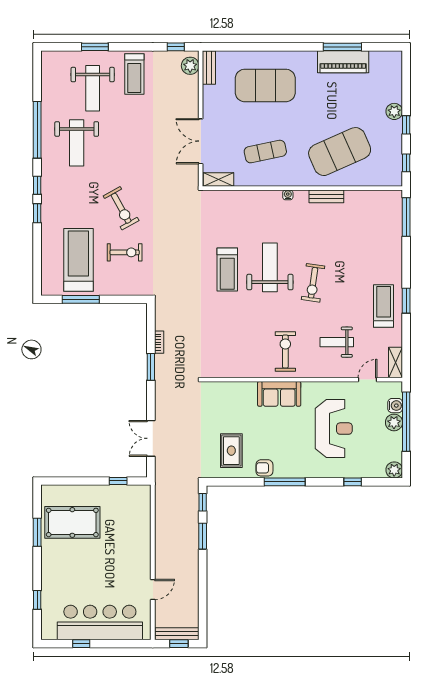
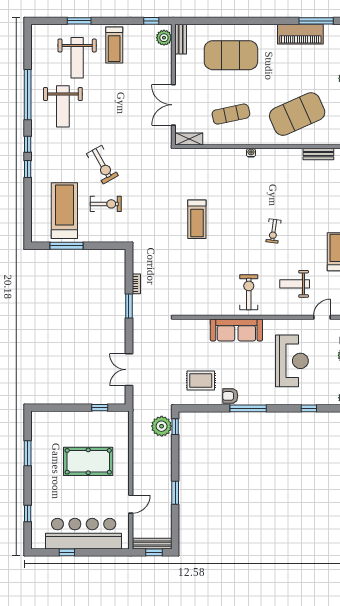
window: (342, 47) -> (316, 21), moved
bench: (326, 196) -> (318, 154), moved
weight bench: (270, 267) -> (235, 217), removed
exercise bike: (313, 283) -> (273, 231), width x0.73, depth x0.72
sofa: (279, 394) -> (236, 330), width x1.36
rug: (231, 451) -> (201, 380), turned 90
plant: (187, 502) -> (162, 426), added
pool table: (72, 522) -> (88, 461), moved
window: (203, 536) -> (175, 493), moved

